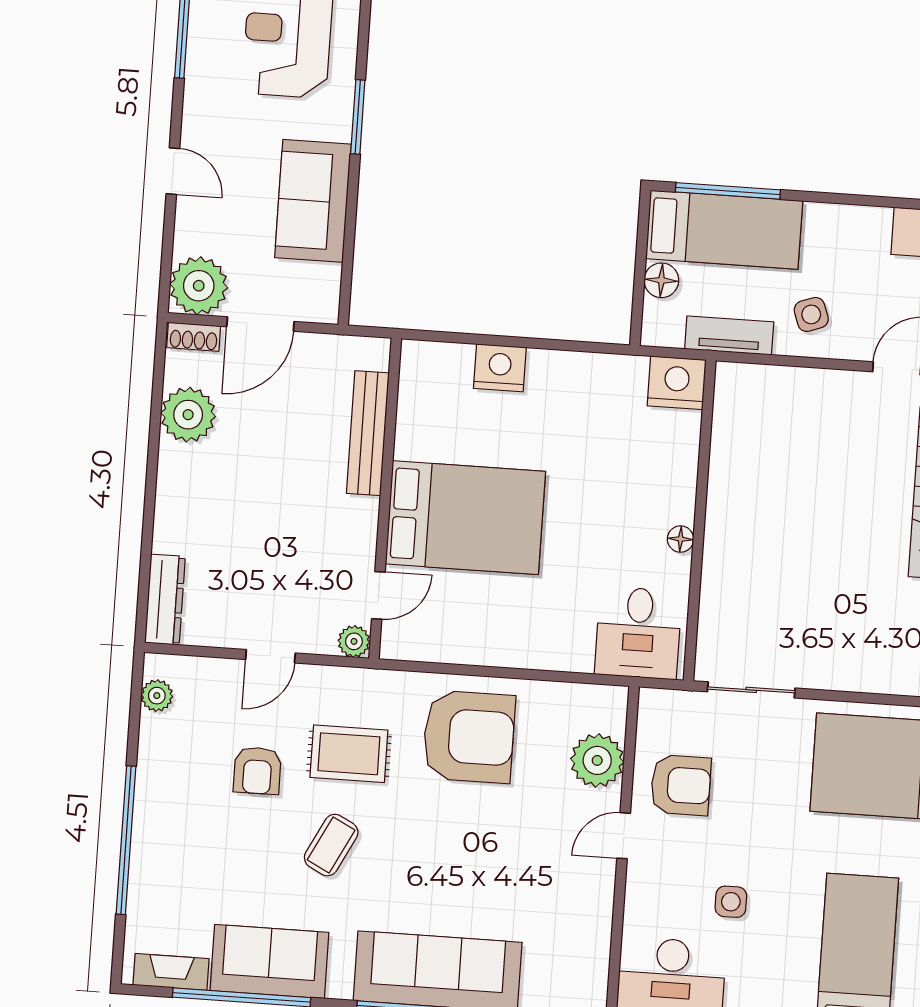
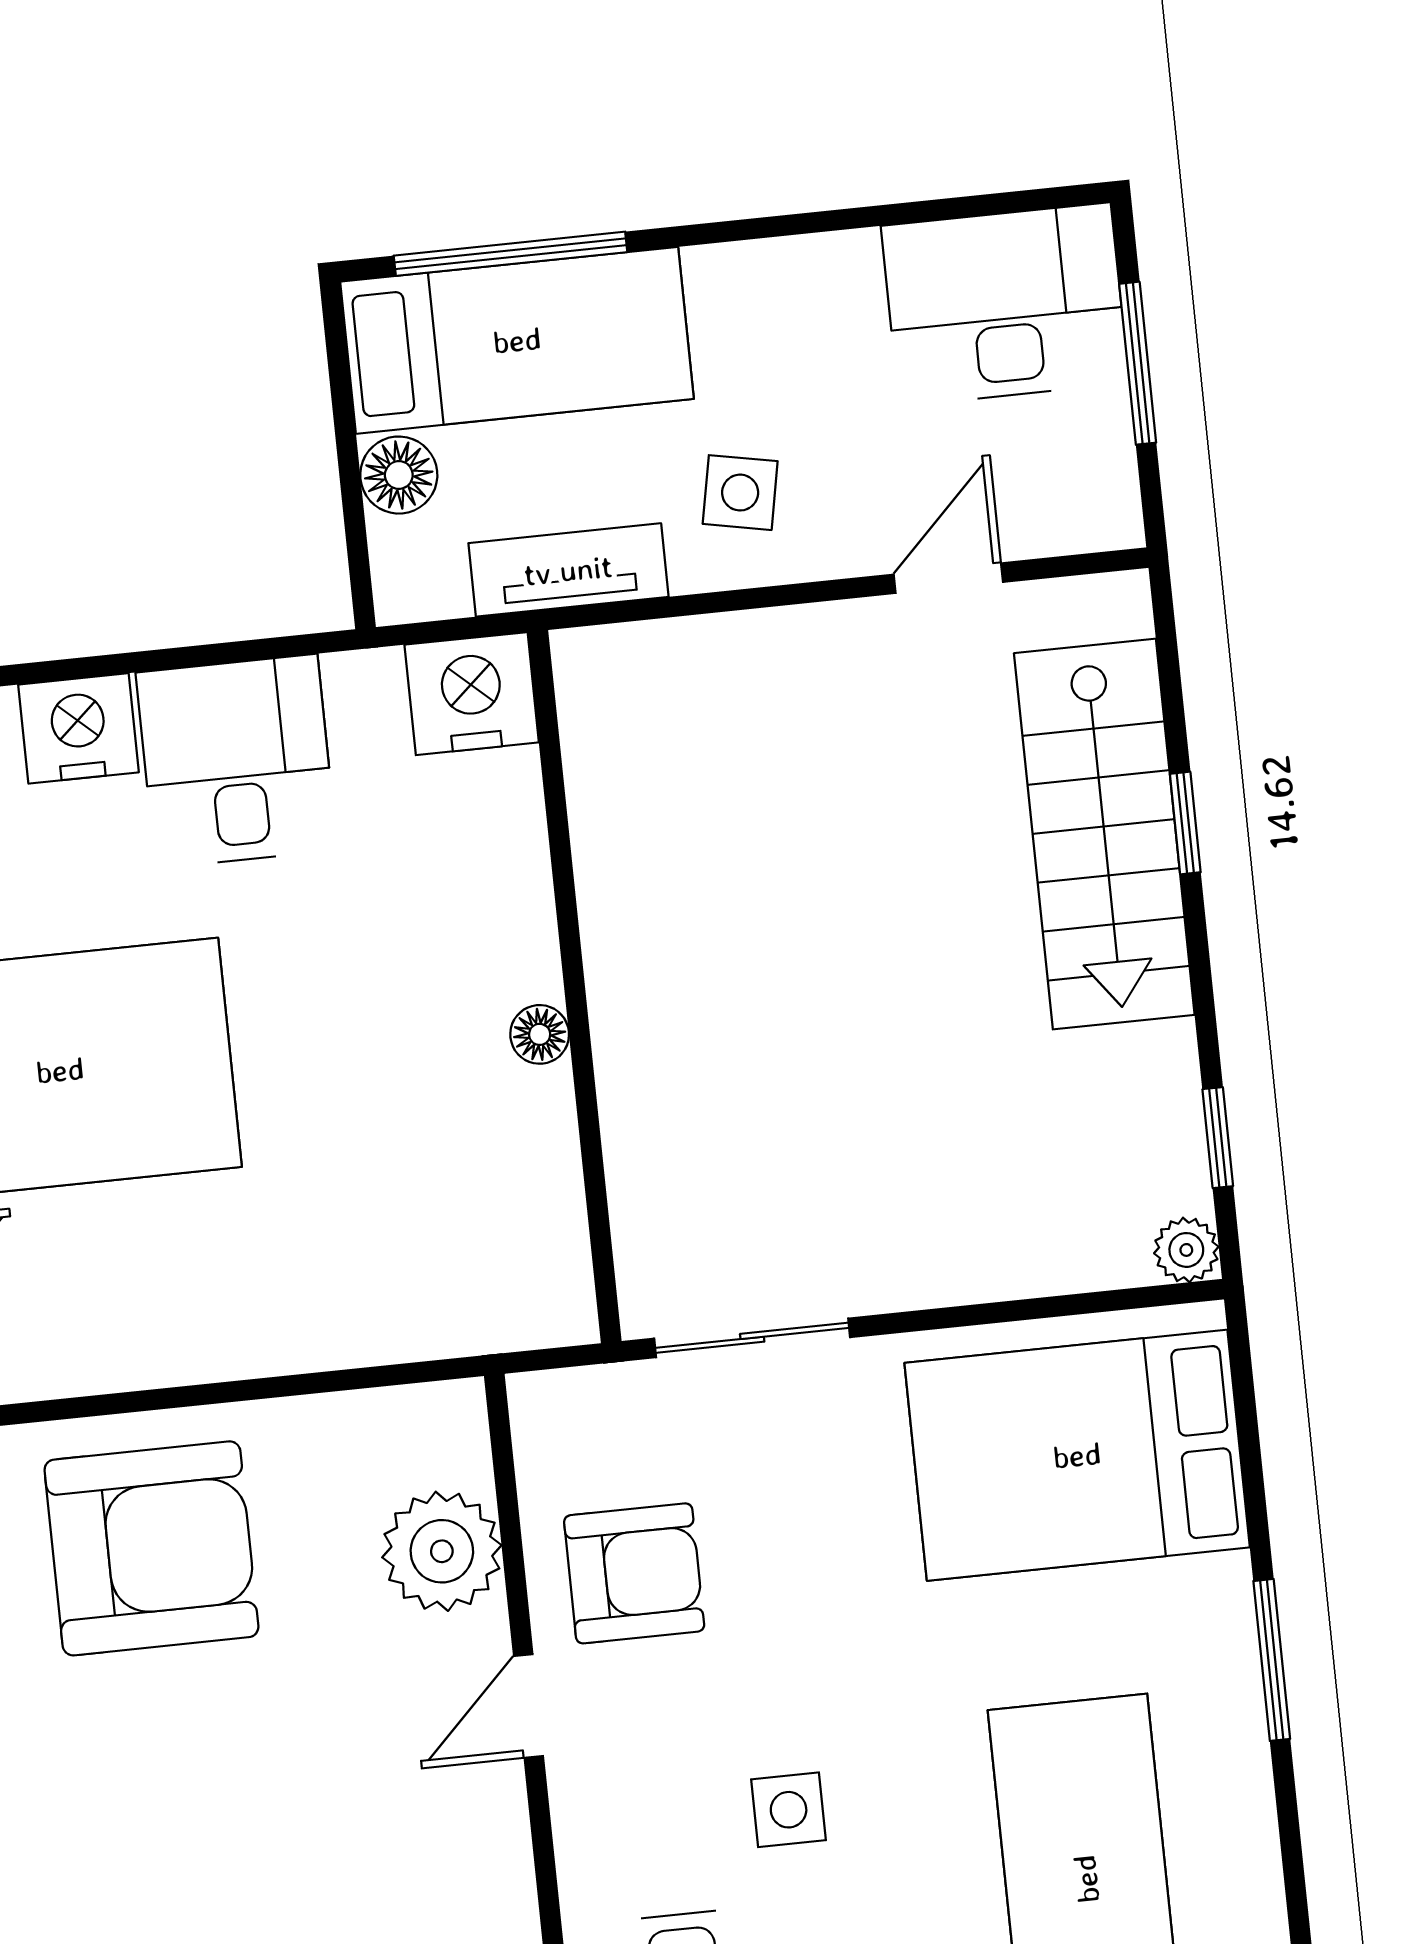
side table: (811, 314) -> (740, 493), turned 31
desk: (638, 633) -> (237, 761), moved, turned 180

